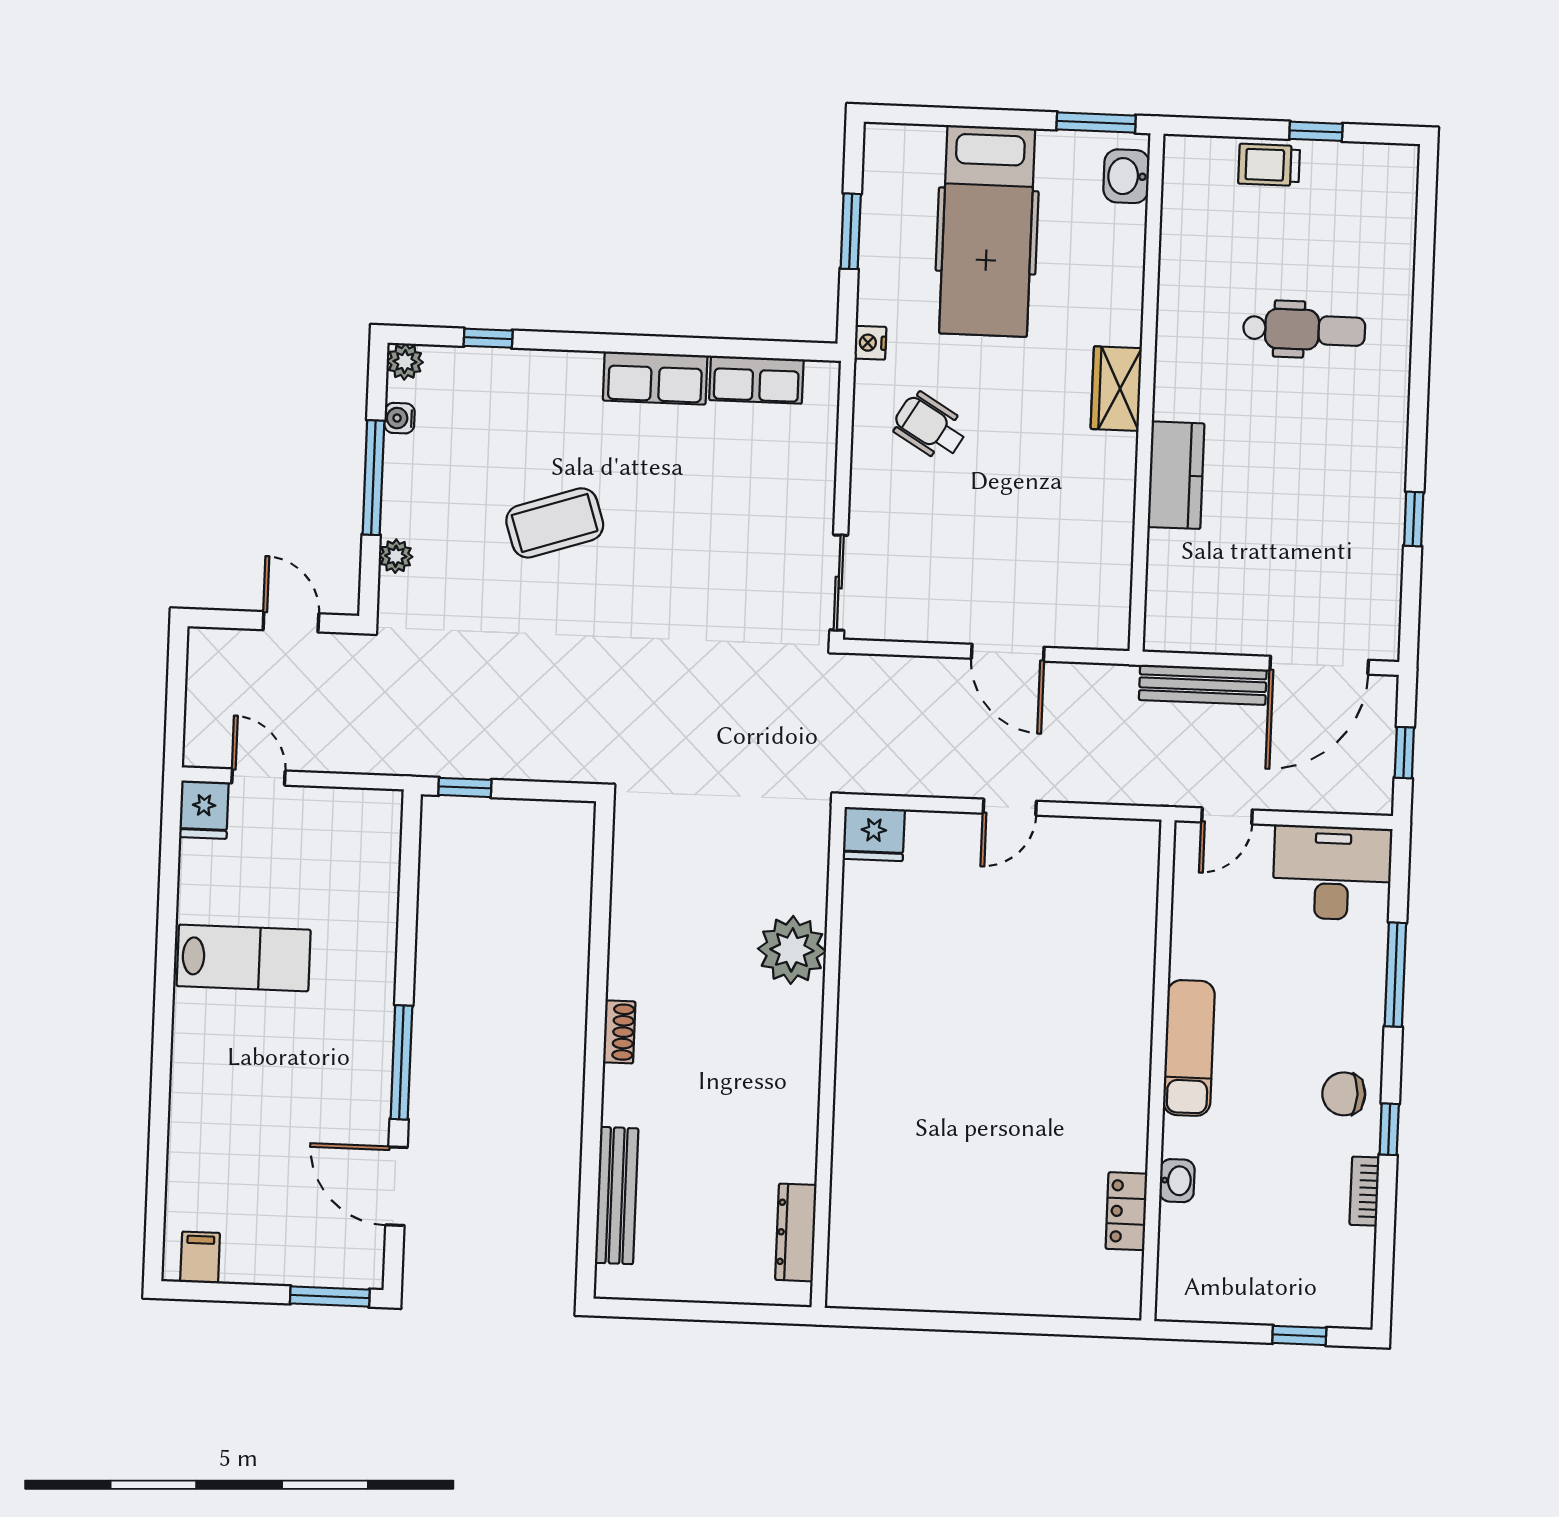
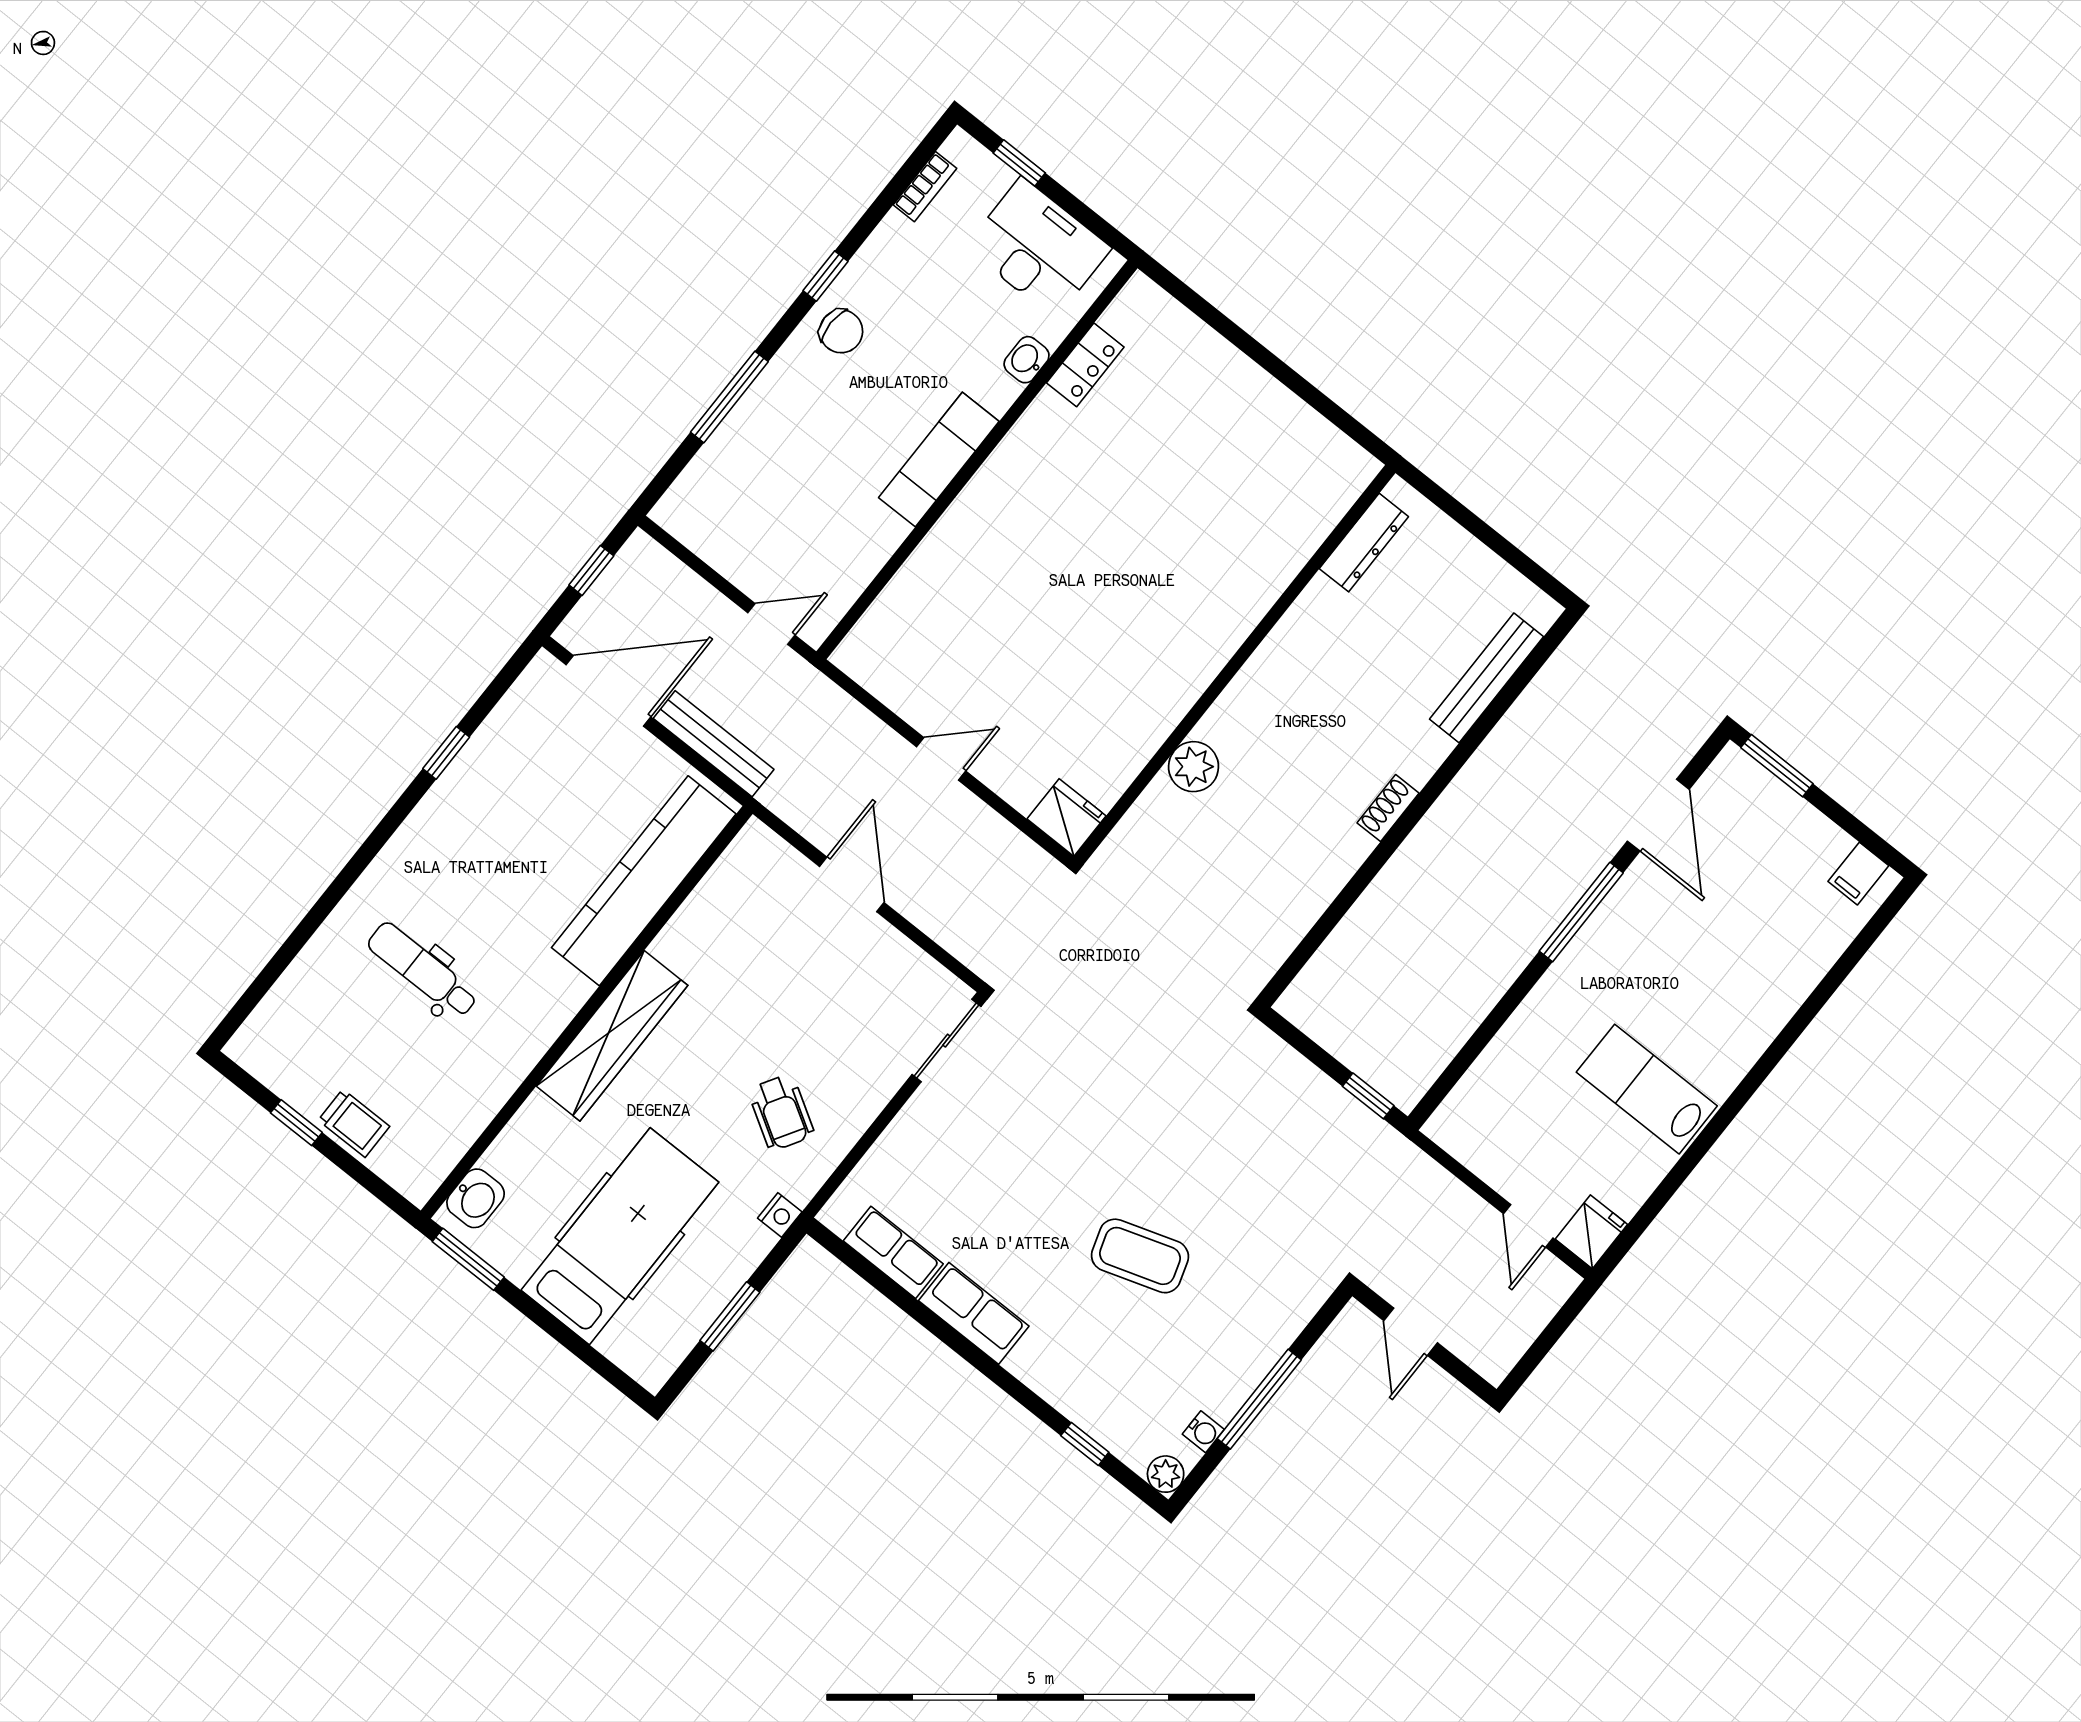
wardrobe: (1116, 389) -> (612, 1036), width x2.10, depth x1.17
kitchen counter: (1176, 475) -> (644, 881), width x2.08, depth x1.17
plant: (396, 556) -> (1288, 1323), removed
desk: (1332, 873) -> (1038, 248), moved, turned 180
plant: (792, 950) -> (1194, 767), width x0.73, depth x0.73
bookcase: (1364, 1191) -> (925, 187), moved

